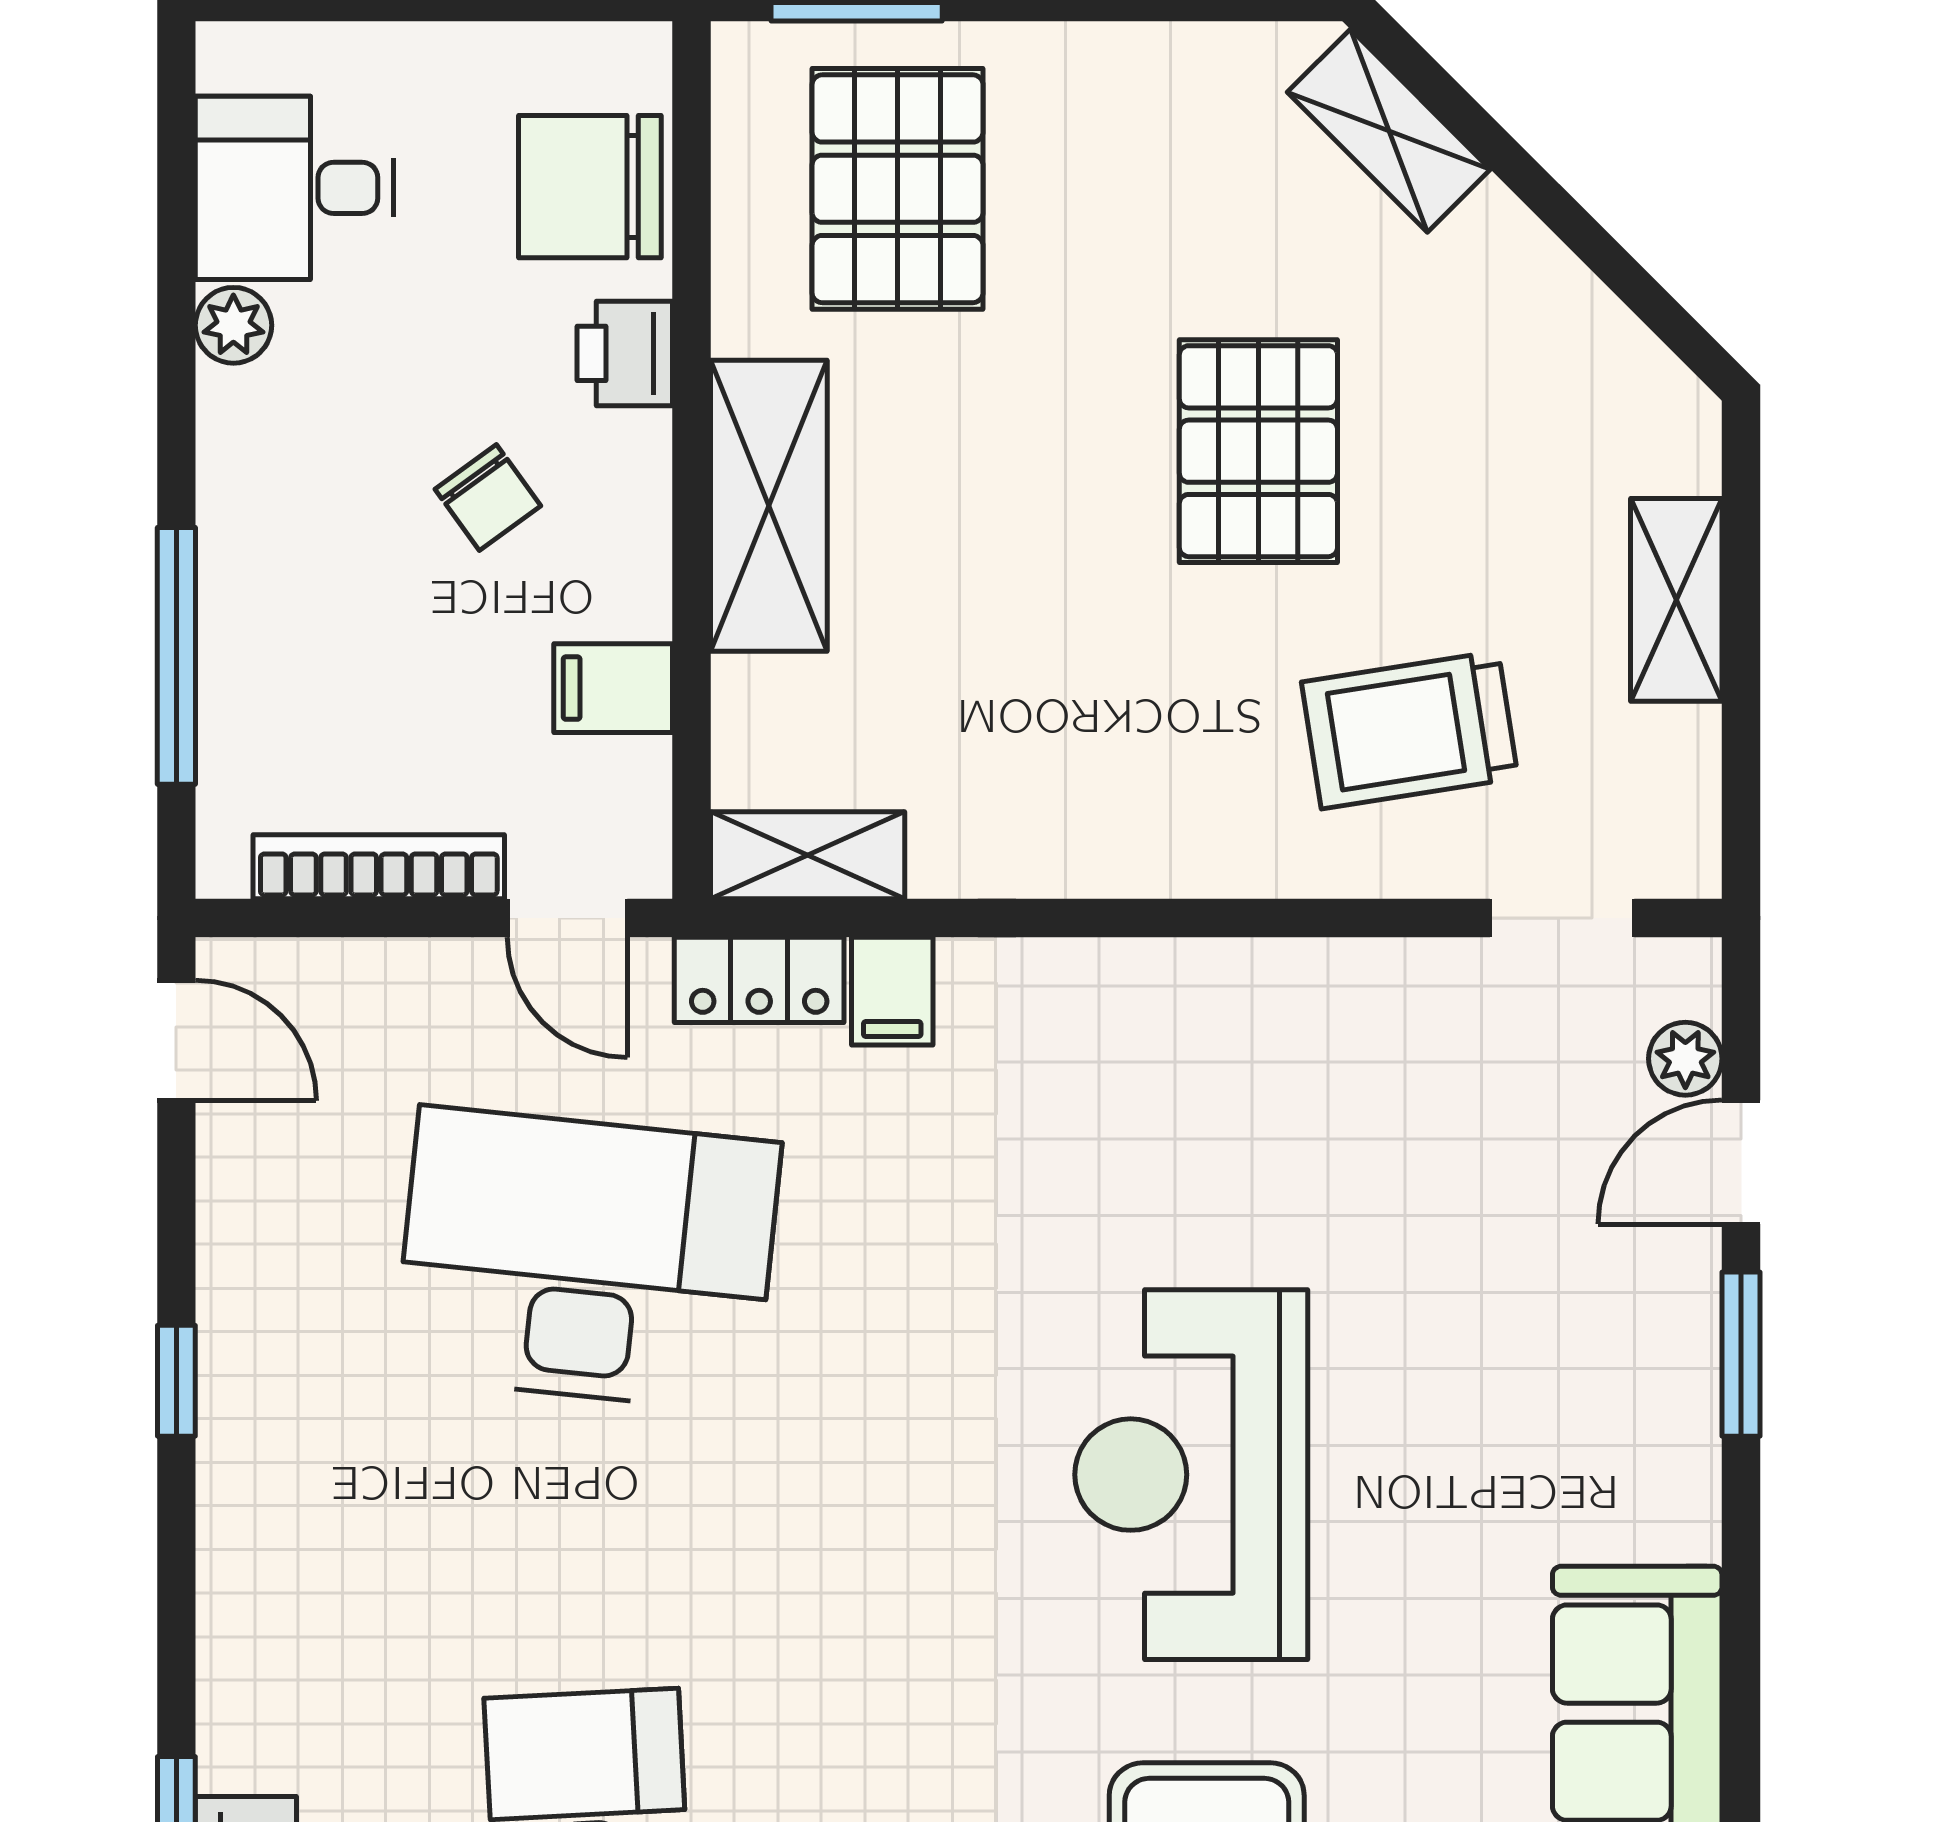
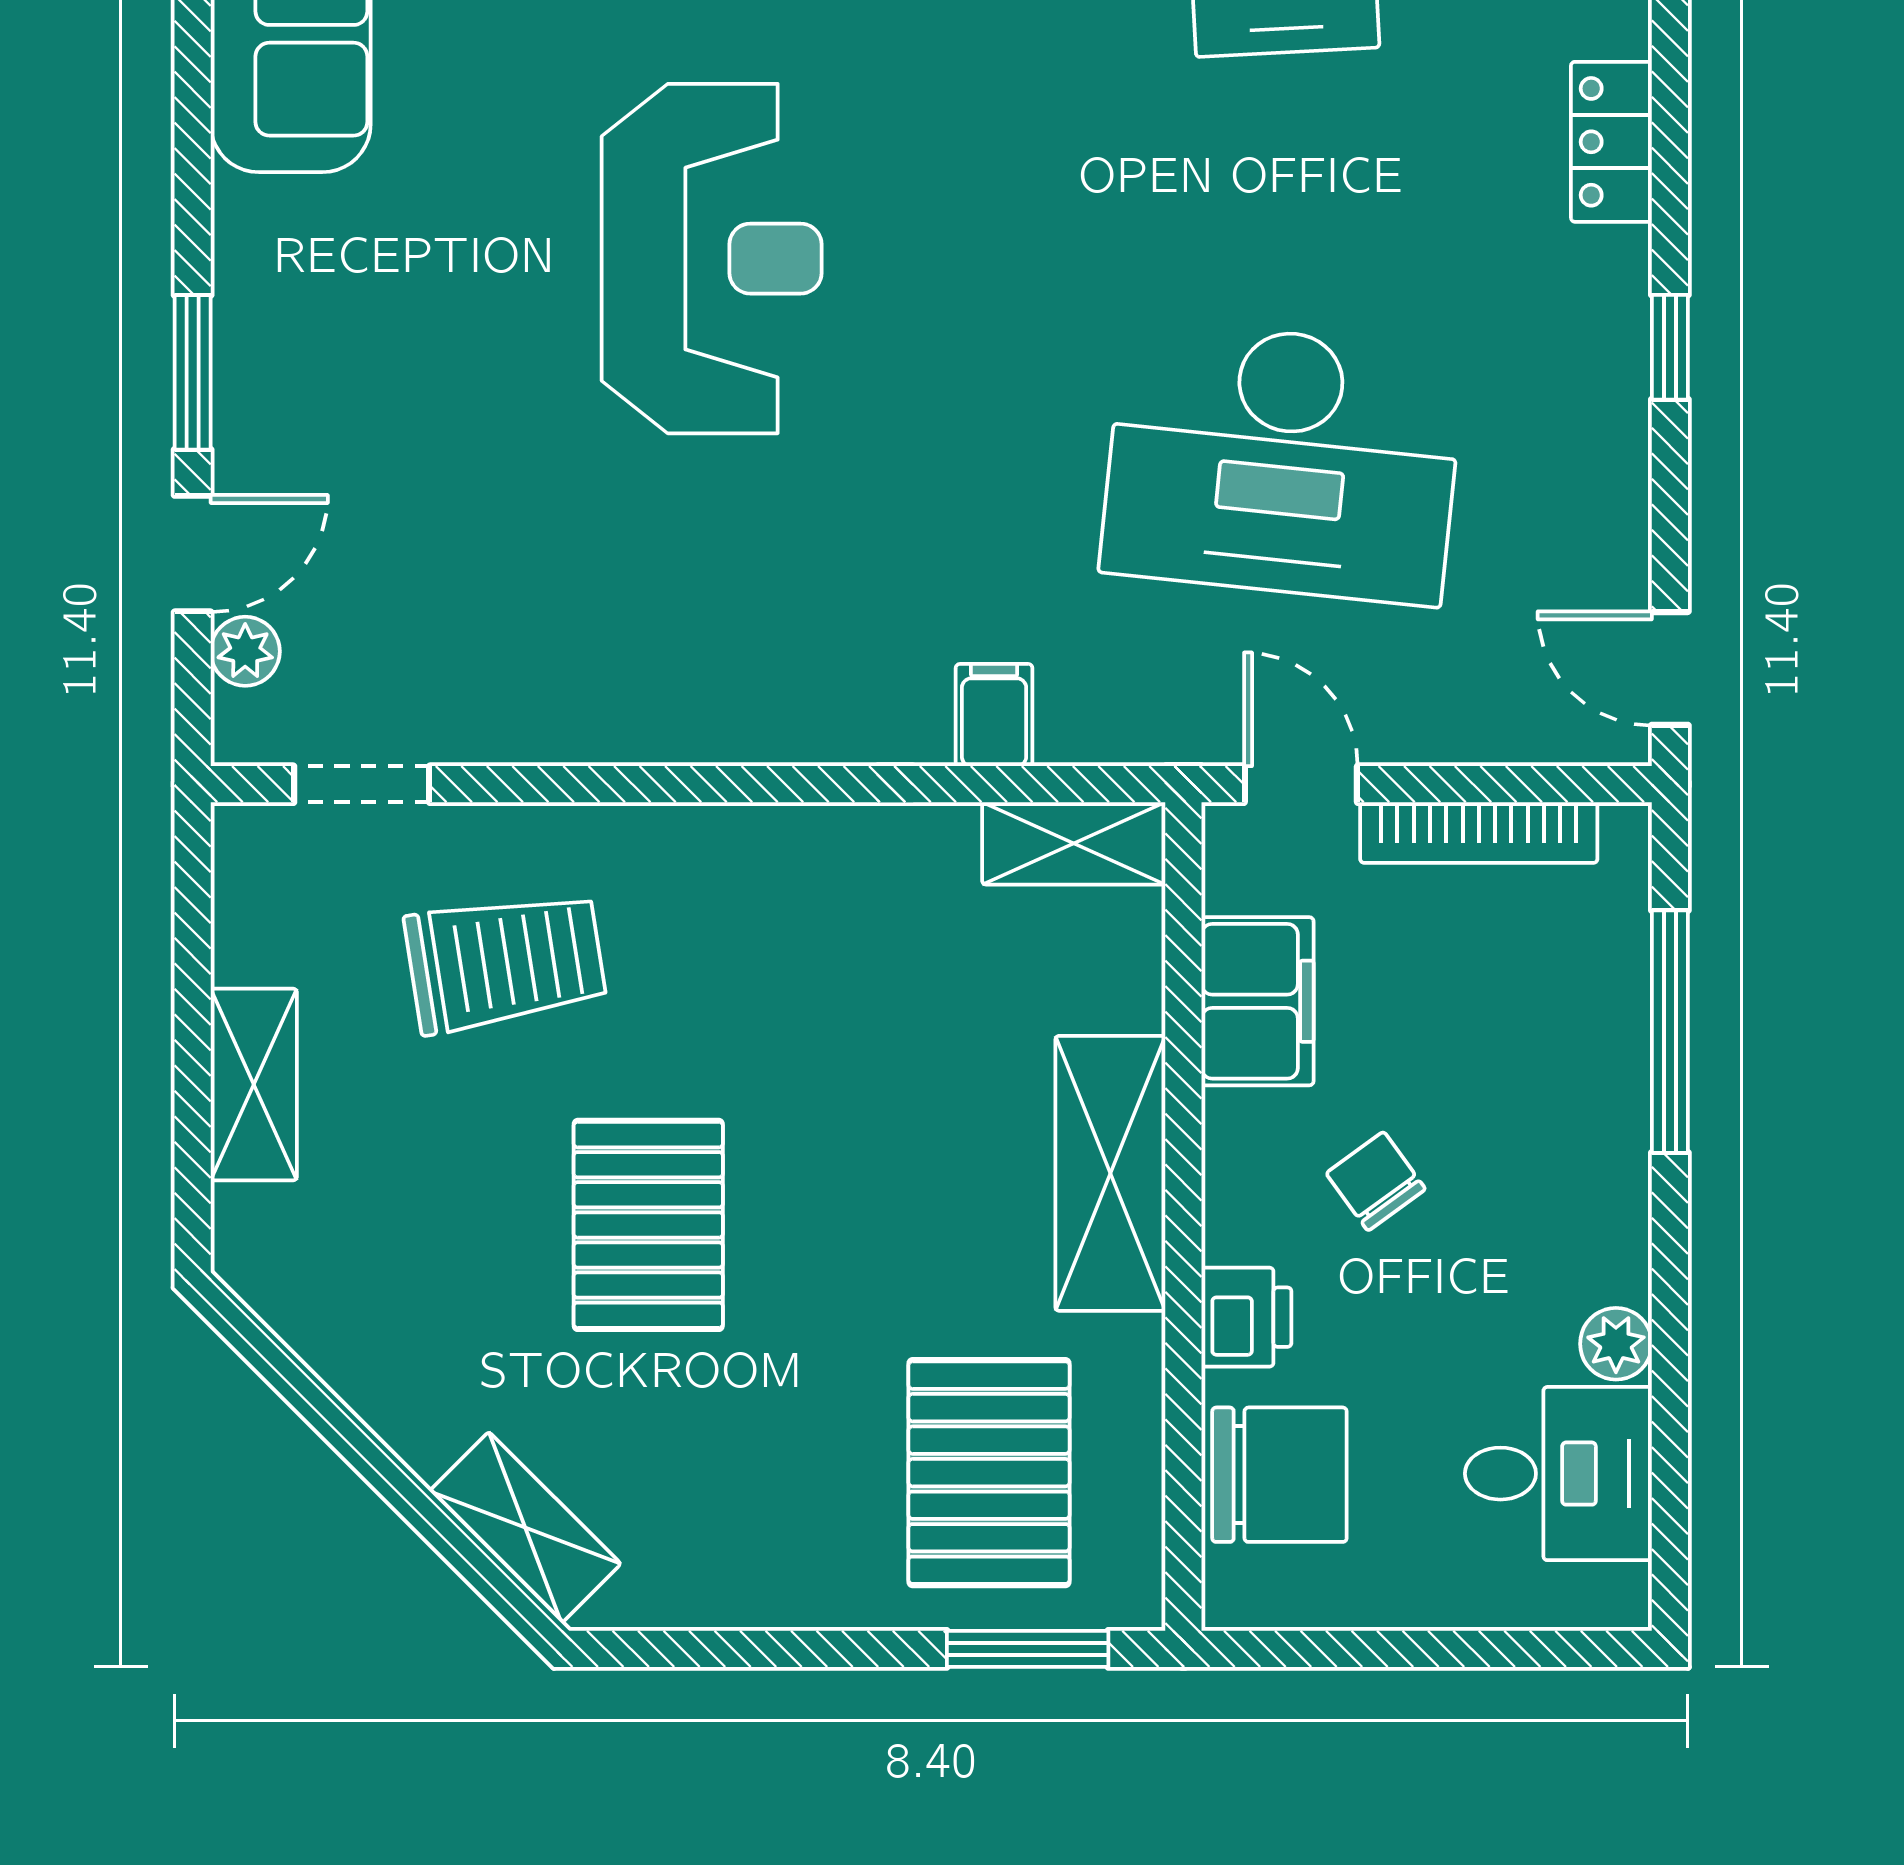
filing cabinet: (613, 688) -> (1258, 1001), width x2.00
locker: (759, 980) -> (1611, 142), moved, turned -90

